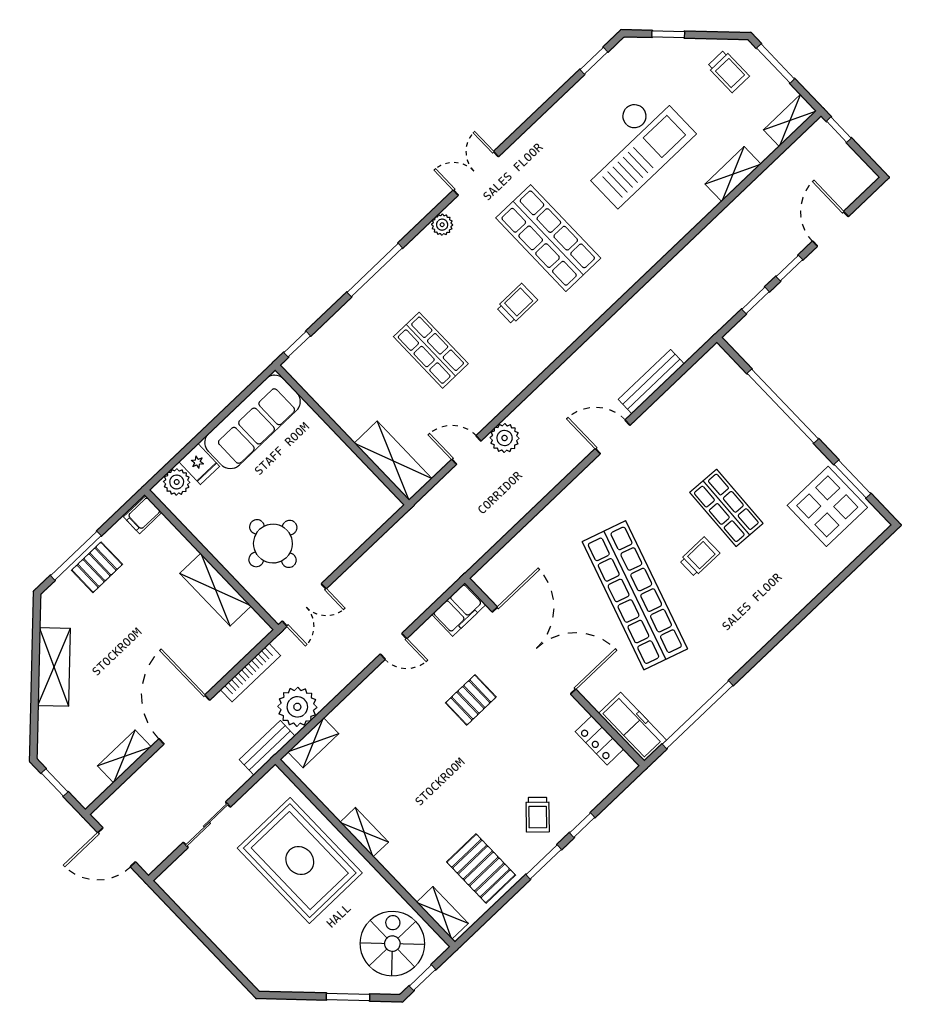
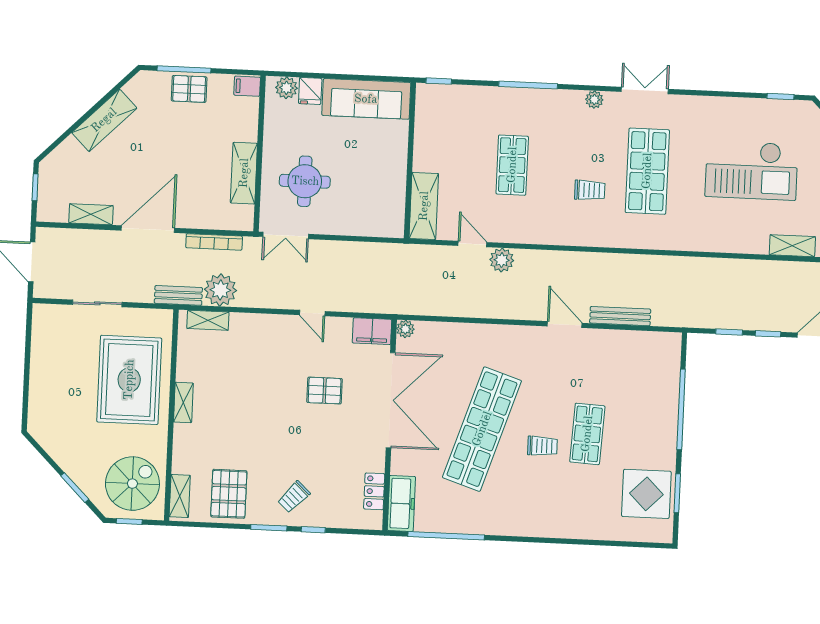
plant: (484, 579) -> (405, 329), added

